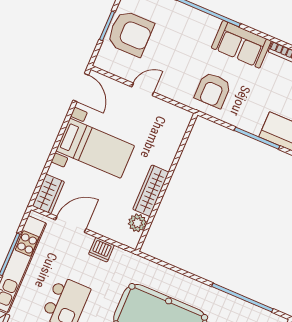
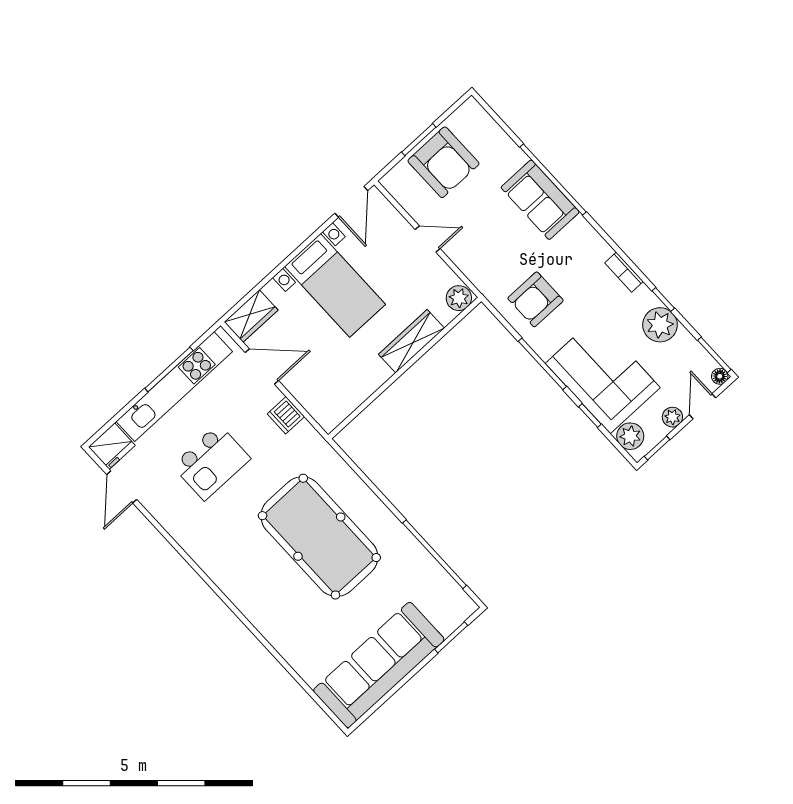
sofa: (241, 44) -> (540, 200), moved
armchair: (213, 90) -> (536, 299), moved
wardrobe: (151, 191) -> (411, 341), moved
plant: (137, 223) -> (459, 298), moved

